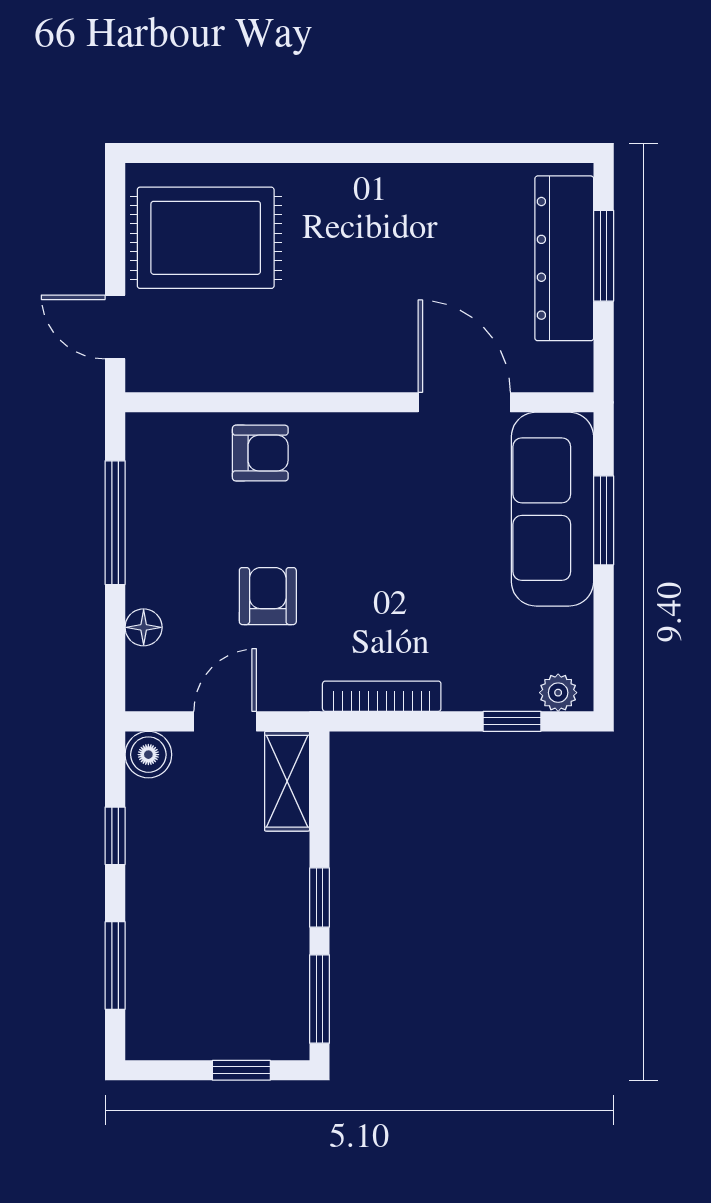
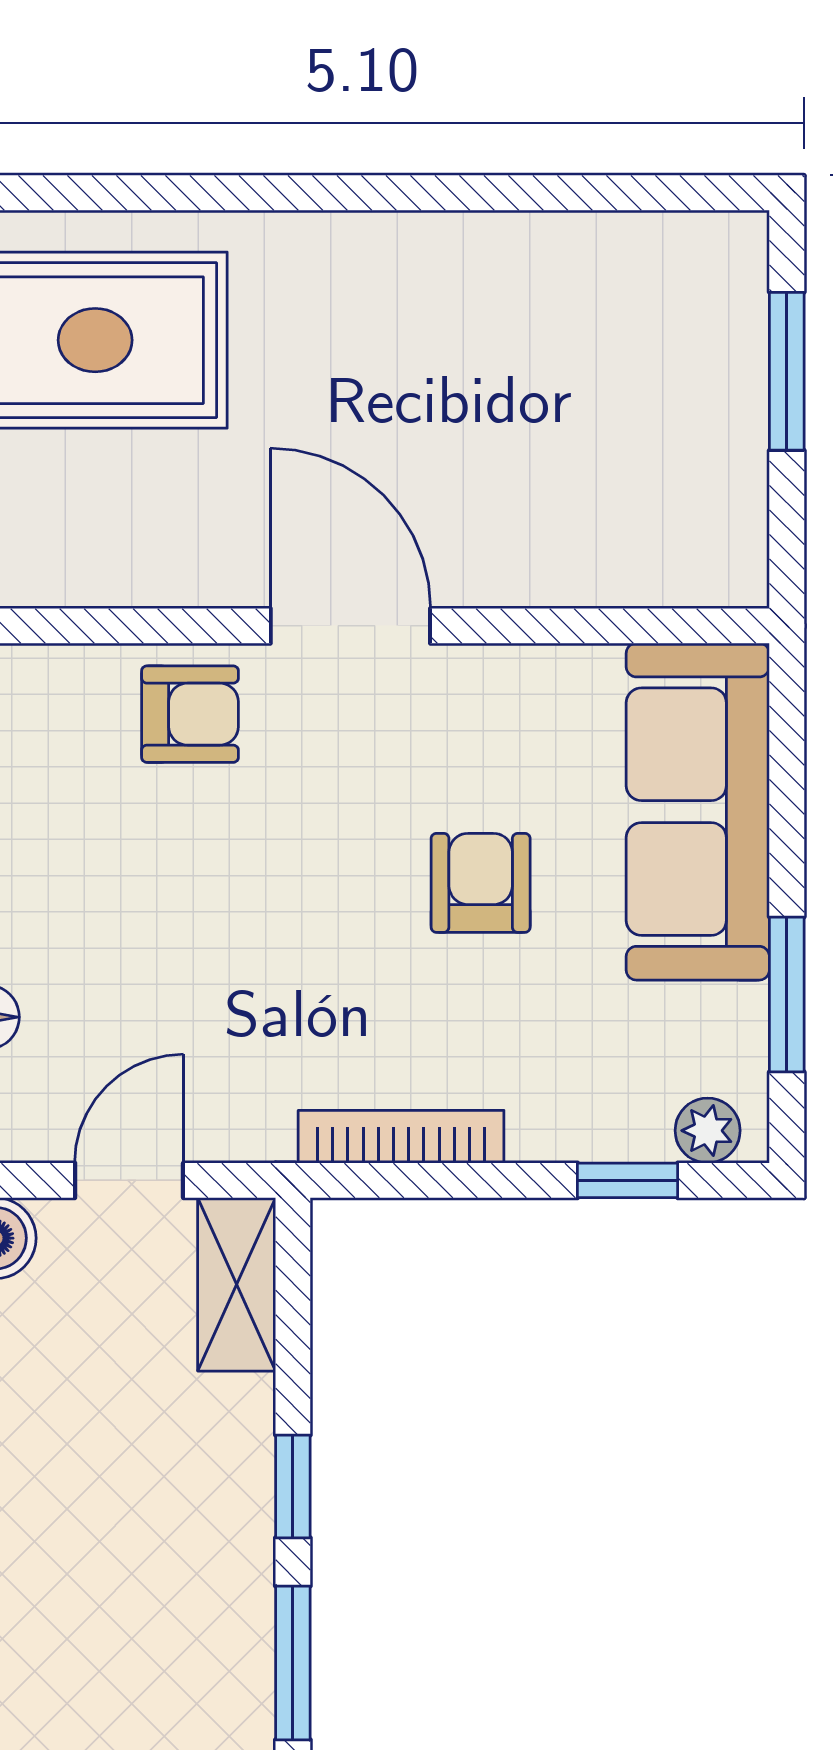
dresser: (564, 258) -> (718, 376), removed
door: (464, 402) -> (350, 626), moved
window: (604, 520) -> (787, 994), moved
armchair: (268, 596) -> (481, 883), moved

